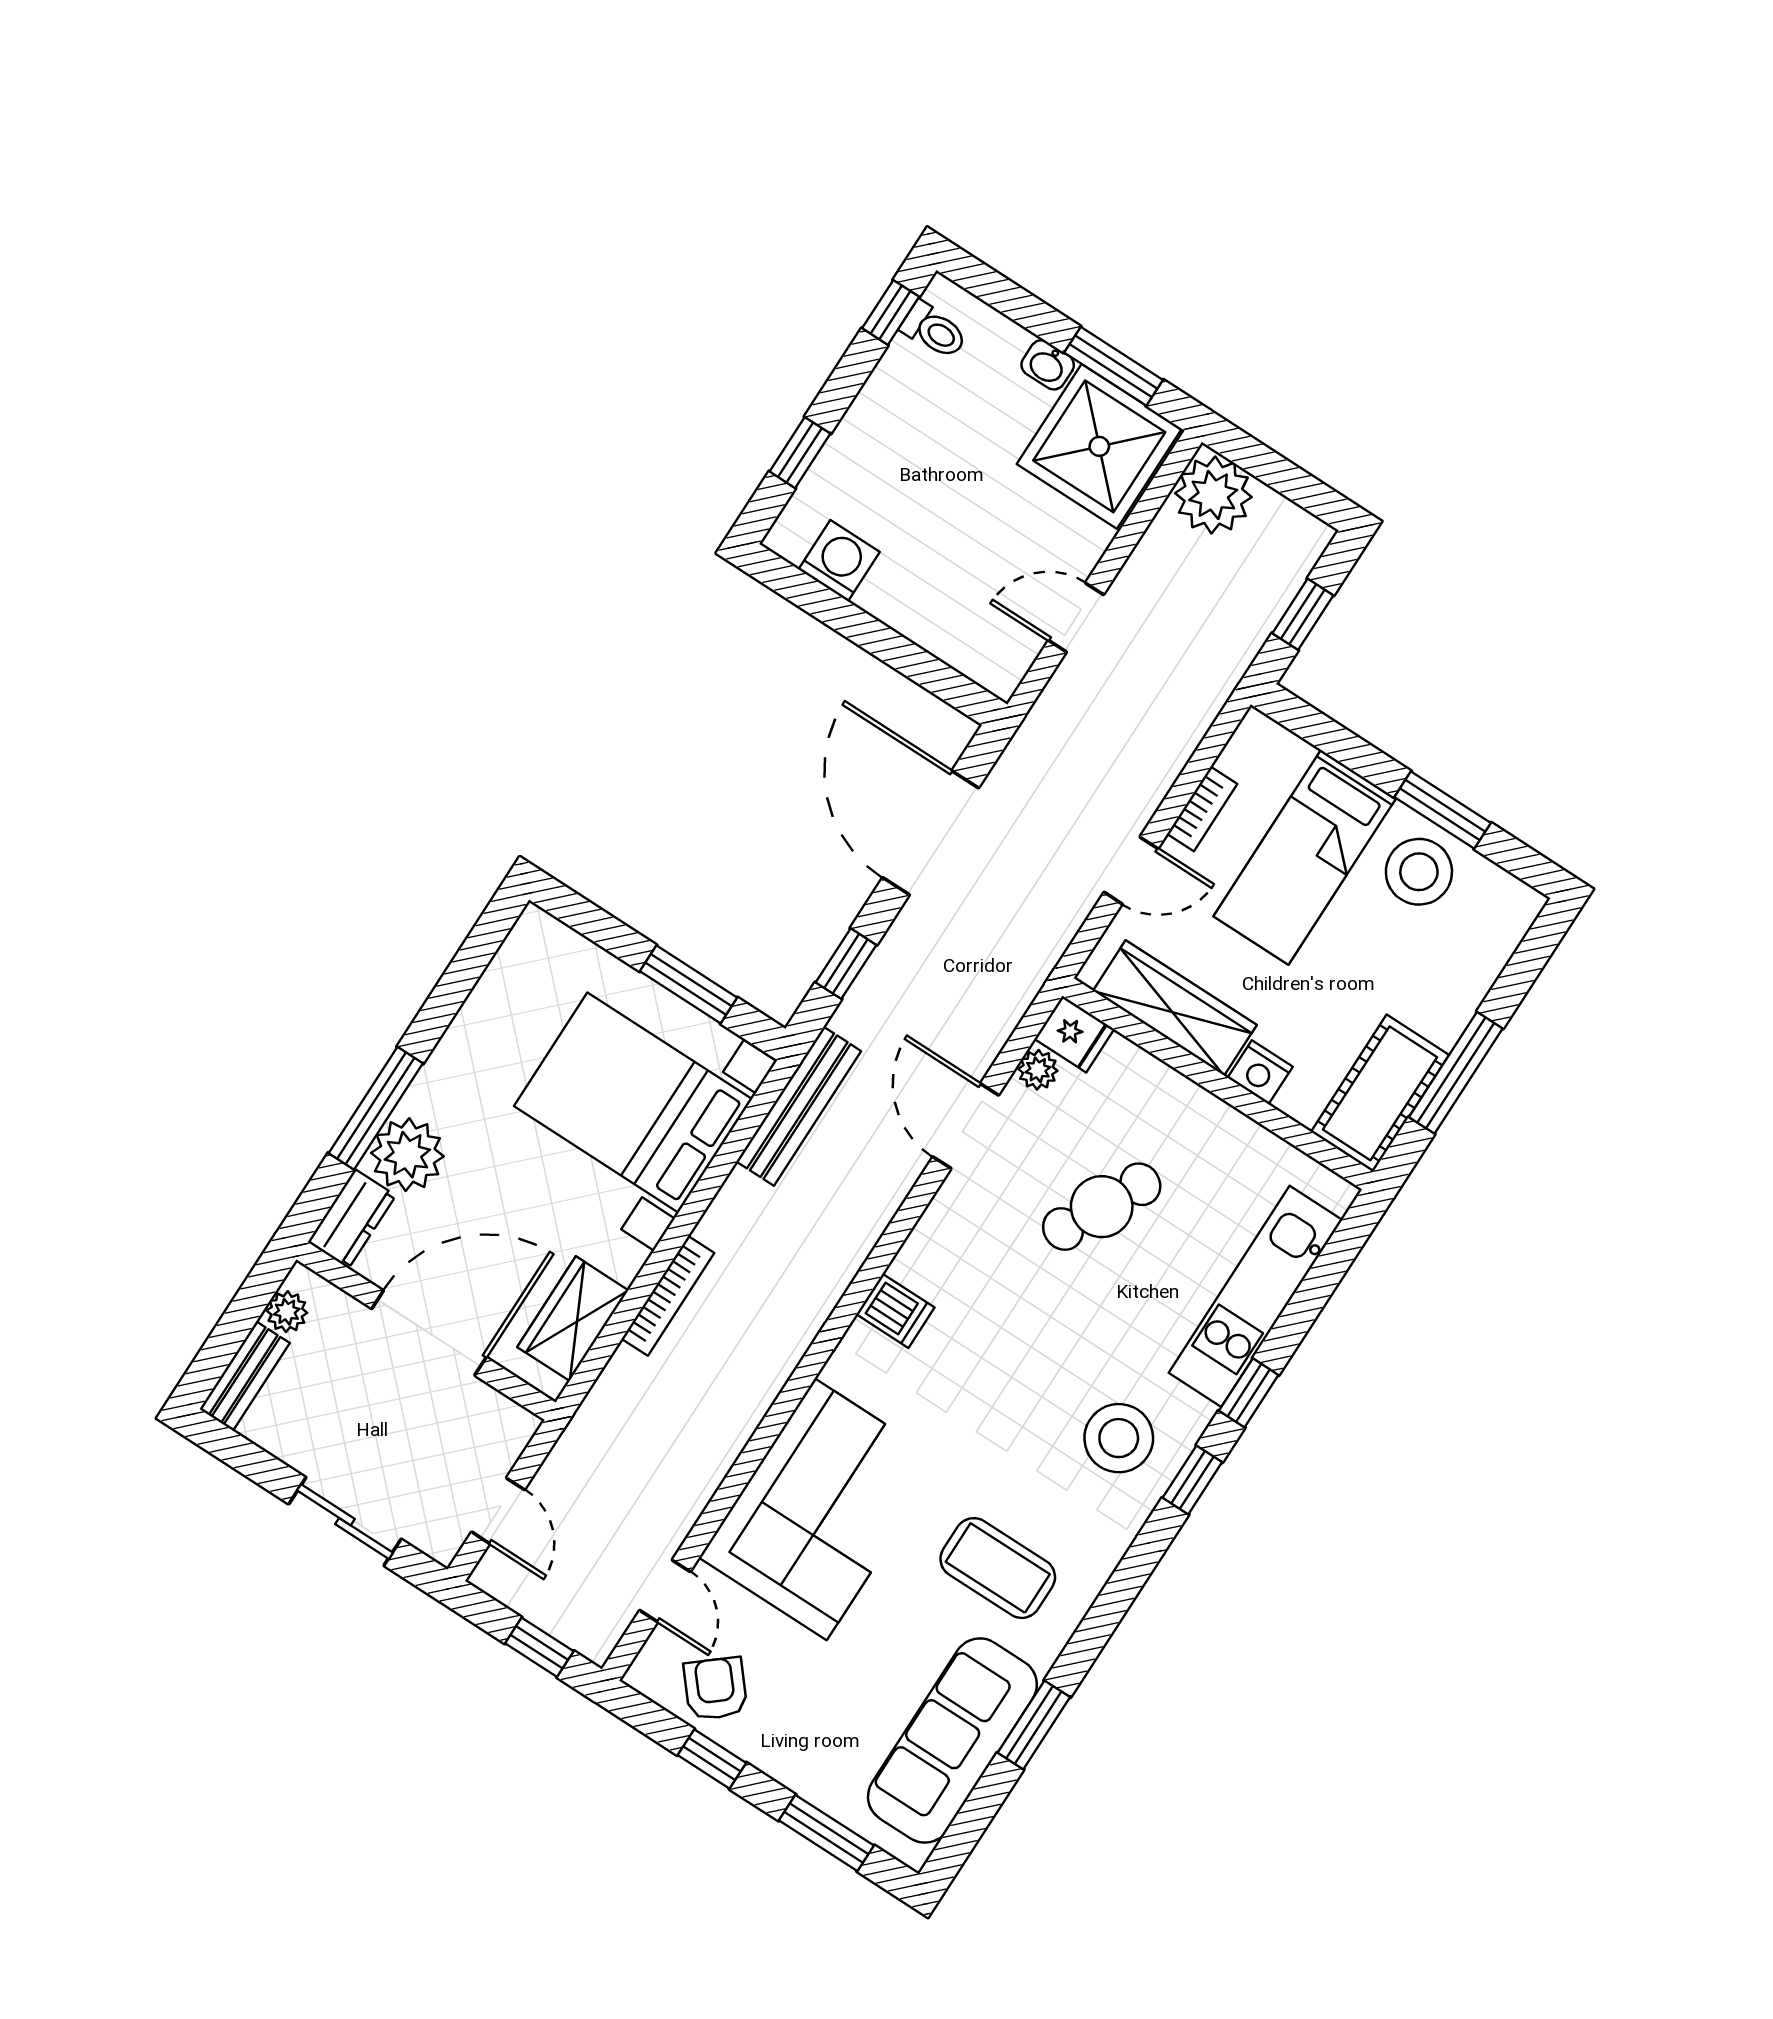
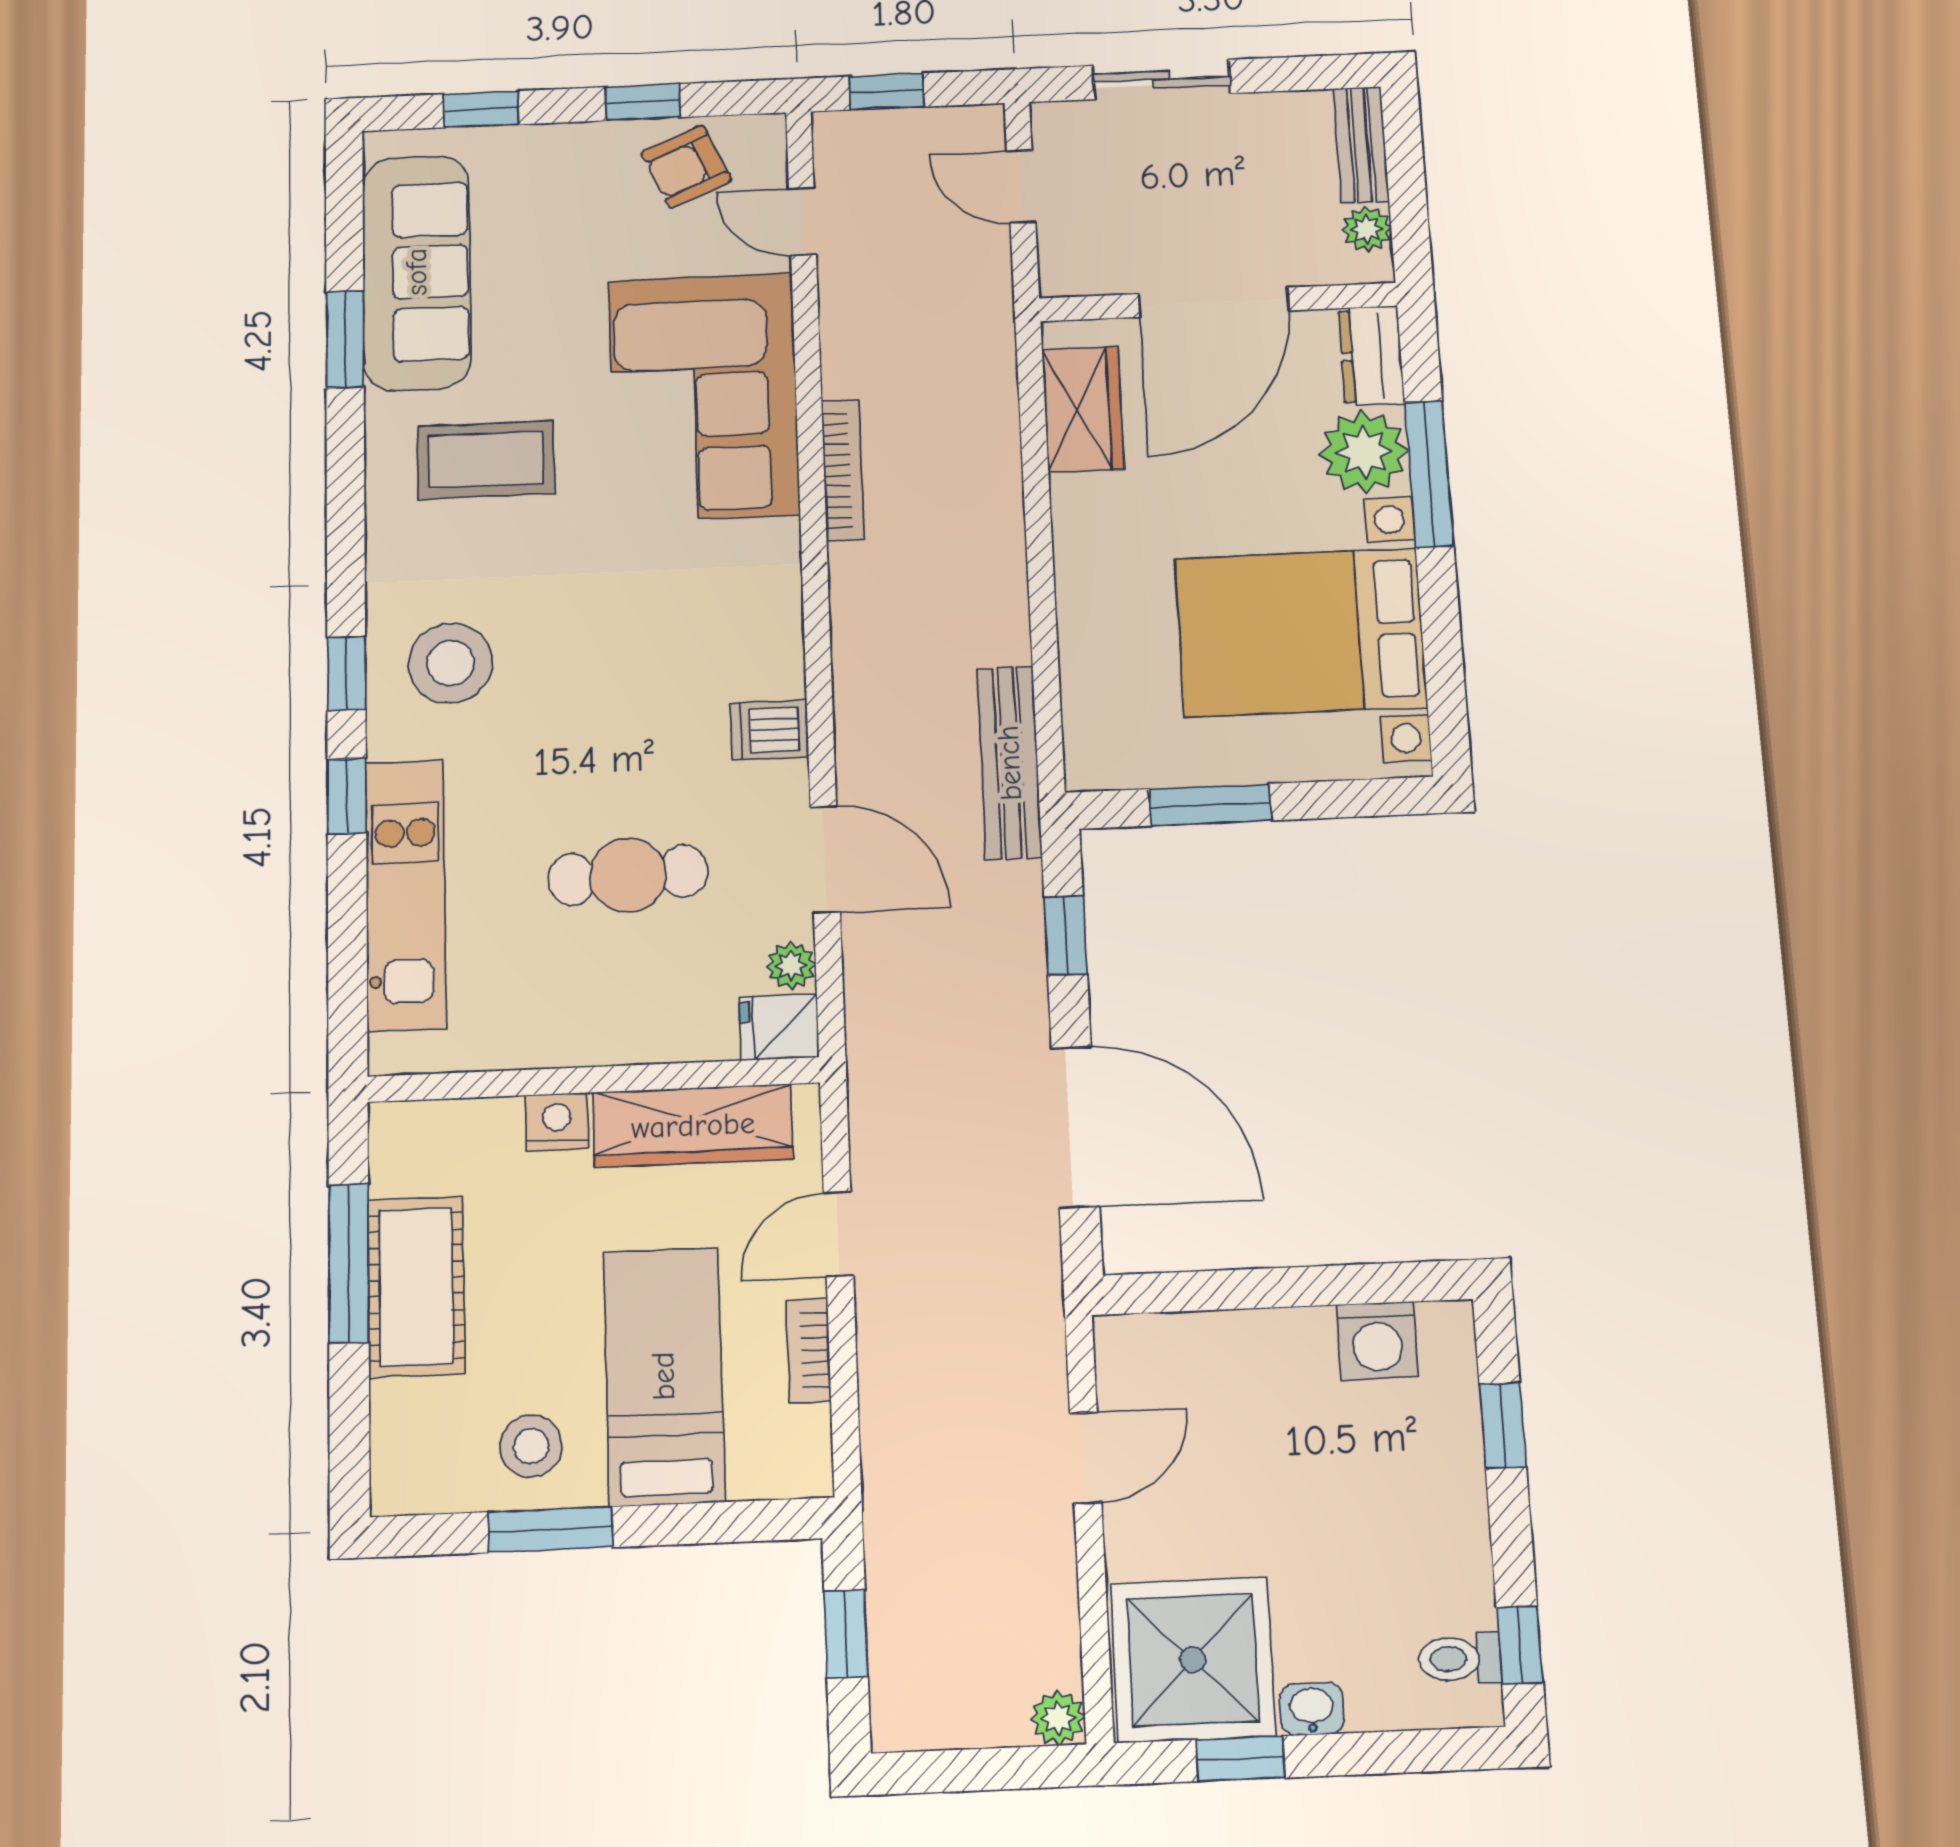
window: (1114, 366) -> (1240, 1759), width x0.67
plant: (1213, 495) -> (1058, 1718), width x0.53, depth x0.53
stool: (1419, 872) -> (531, 1446), width x0.73, depth x0.73
cot: (1380, 1093) -> (416, 1287), moved
bed with nightstands: (633, 1103) -> (1301, 632), moved, turned 180
cafe table: (1102, 1207) -> (628, 875), turned 61
bookcase: (668, 1296) -> (843, 470), moved, turned 180
dishwasher: (895, 1311) -> (769, 730), moved
armchair: (715, 1689) -> (686, 167), turned 106
window: (826, 1833) -> (481, 109), width x0.67

